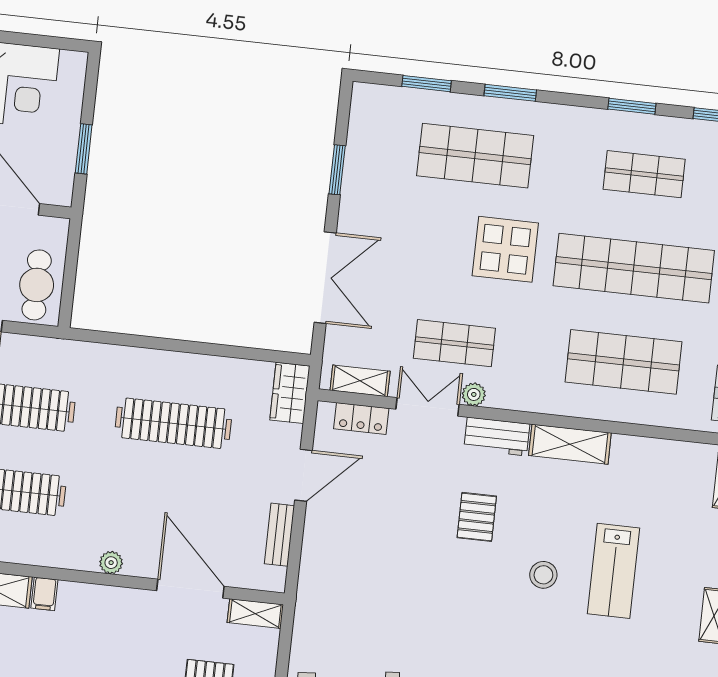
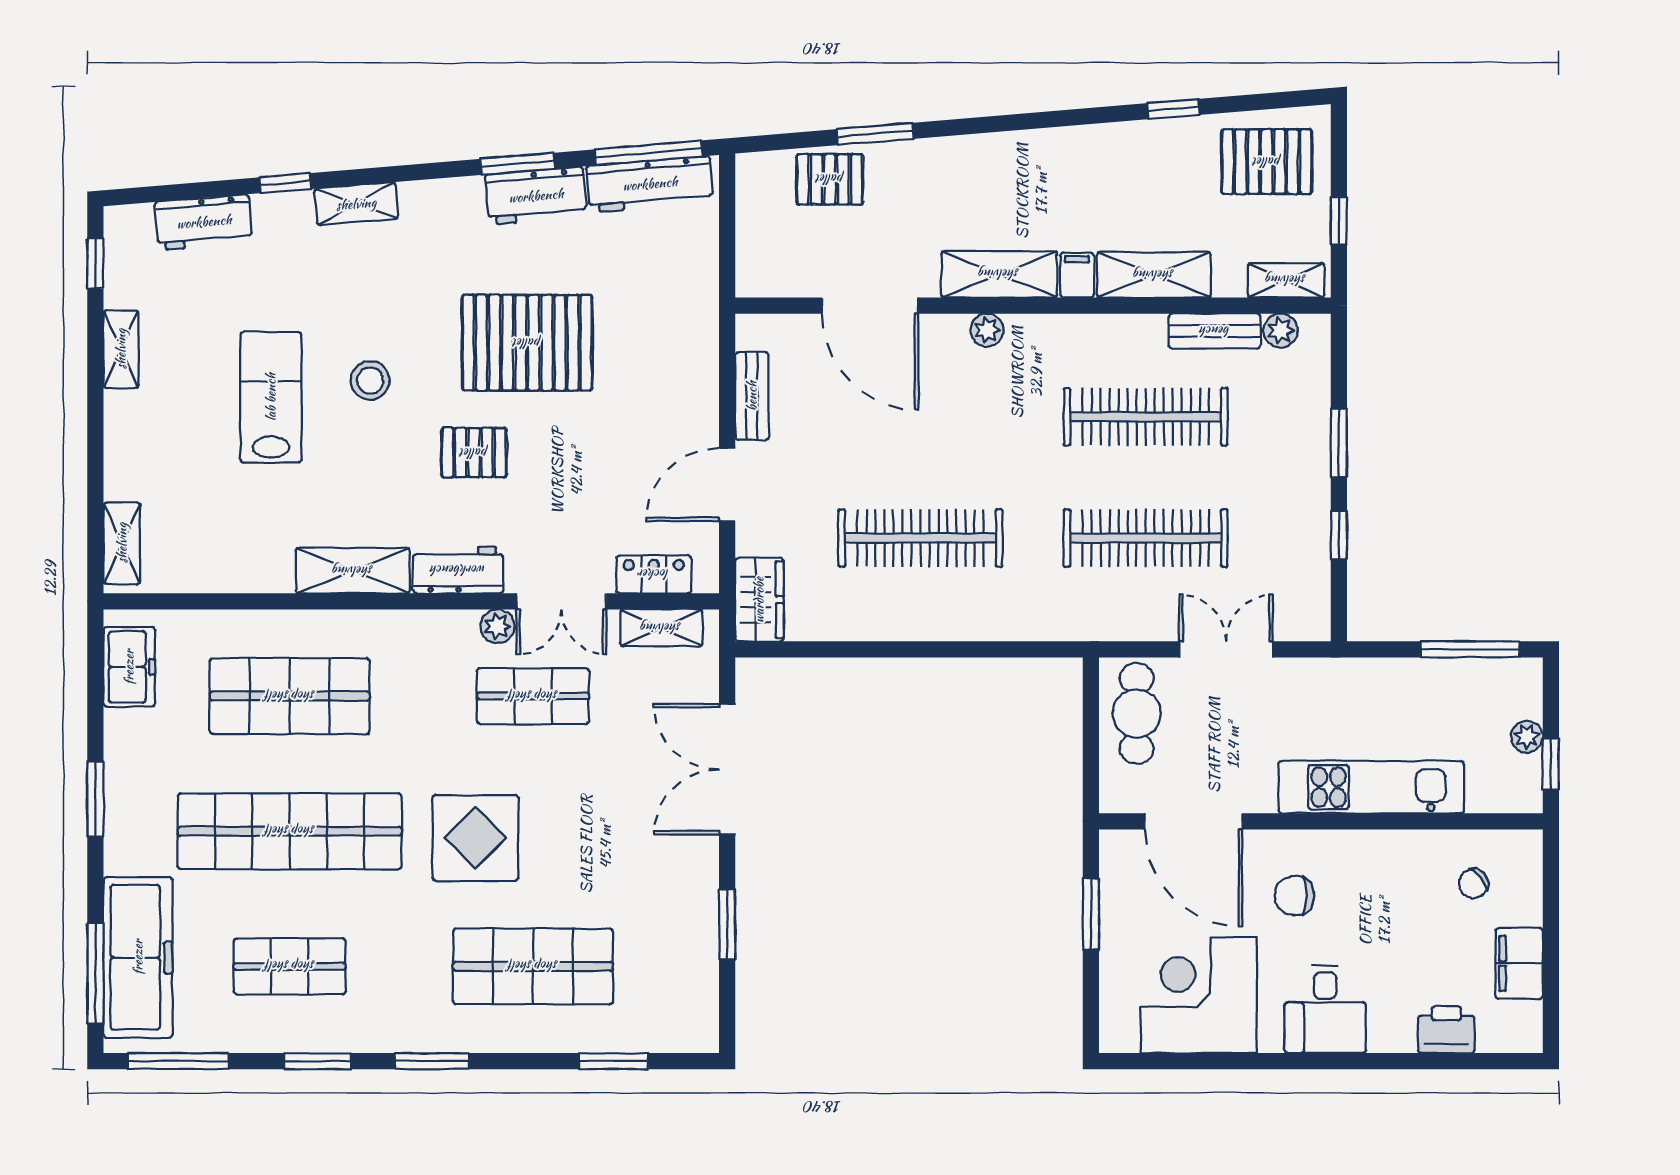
window: (510, 93) -> (432, 1061), moved
pallet: (477, 517) -> (474, 453), turned 90
pallet: (431, 589) -> (527, 343), added
shelving: (255, 614) -> (999, 274), moved, width x1.50, depth x1.33

